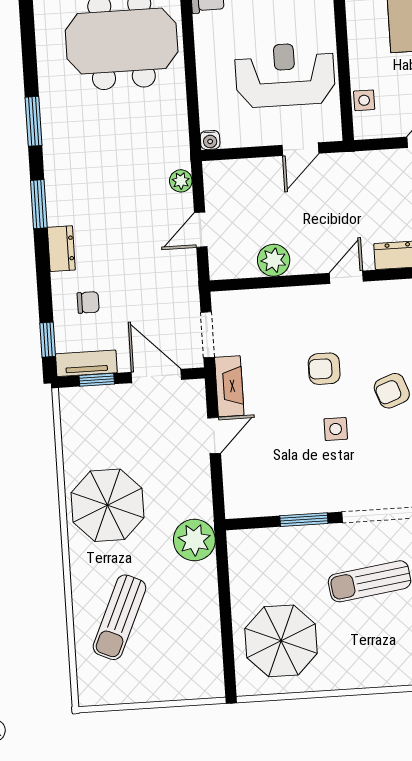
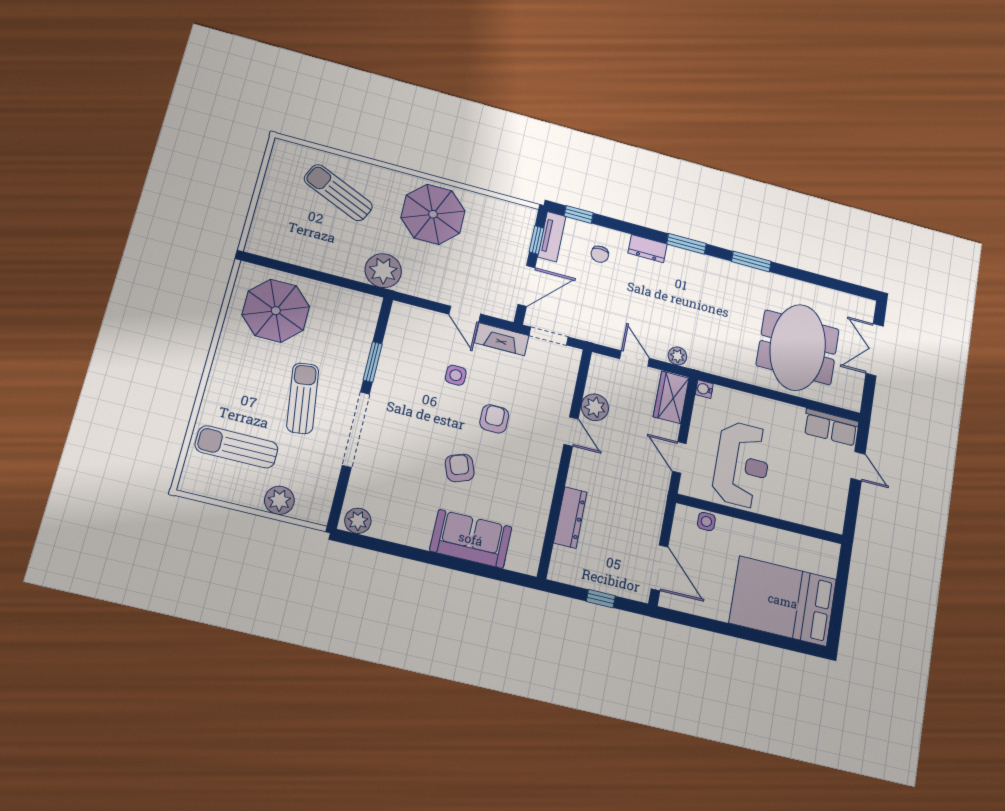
wardrobe: (233, 176) -> (671, 397), added
door: (346, 277) -> (571, 432), moved
side table: (336, 429) -> (456, 375), moved

